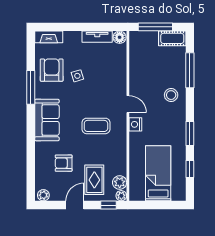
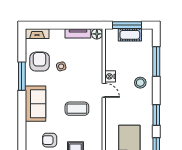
cot: (172, 38) -> (130, 35), moved
nightstand: (135, 124) -> (110, 76), moved

